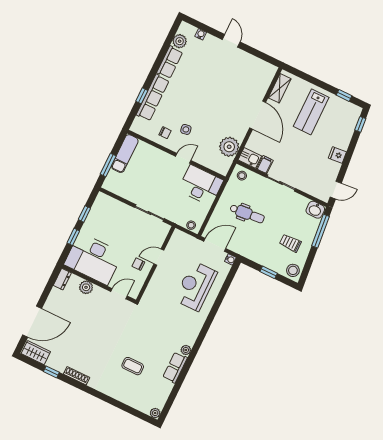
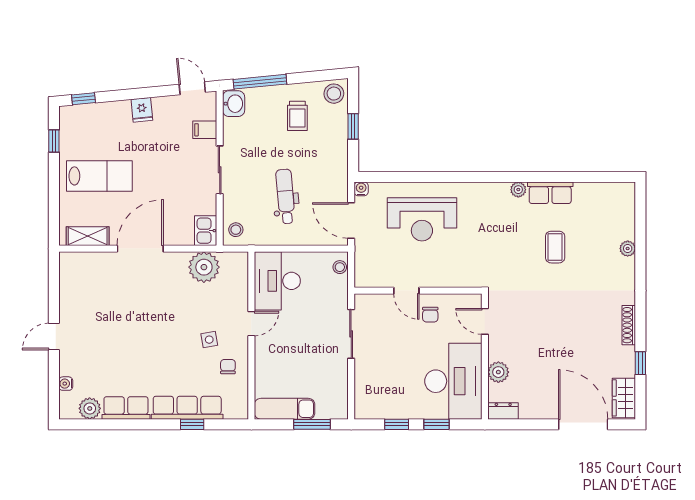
door: (183, 158) -> (251, 324), swing flipped
filing cabinet: (265, 165) -> (205, 130), moved
coffee table: (133, 366) -> (555, 247), moved
plant: (155, 413) -> (628, 249), moved

